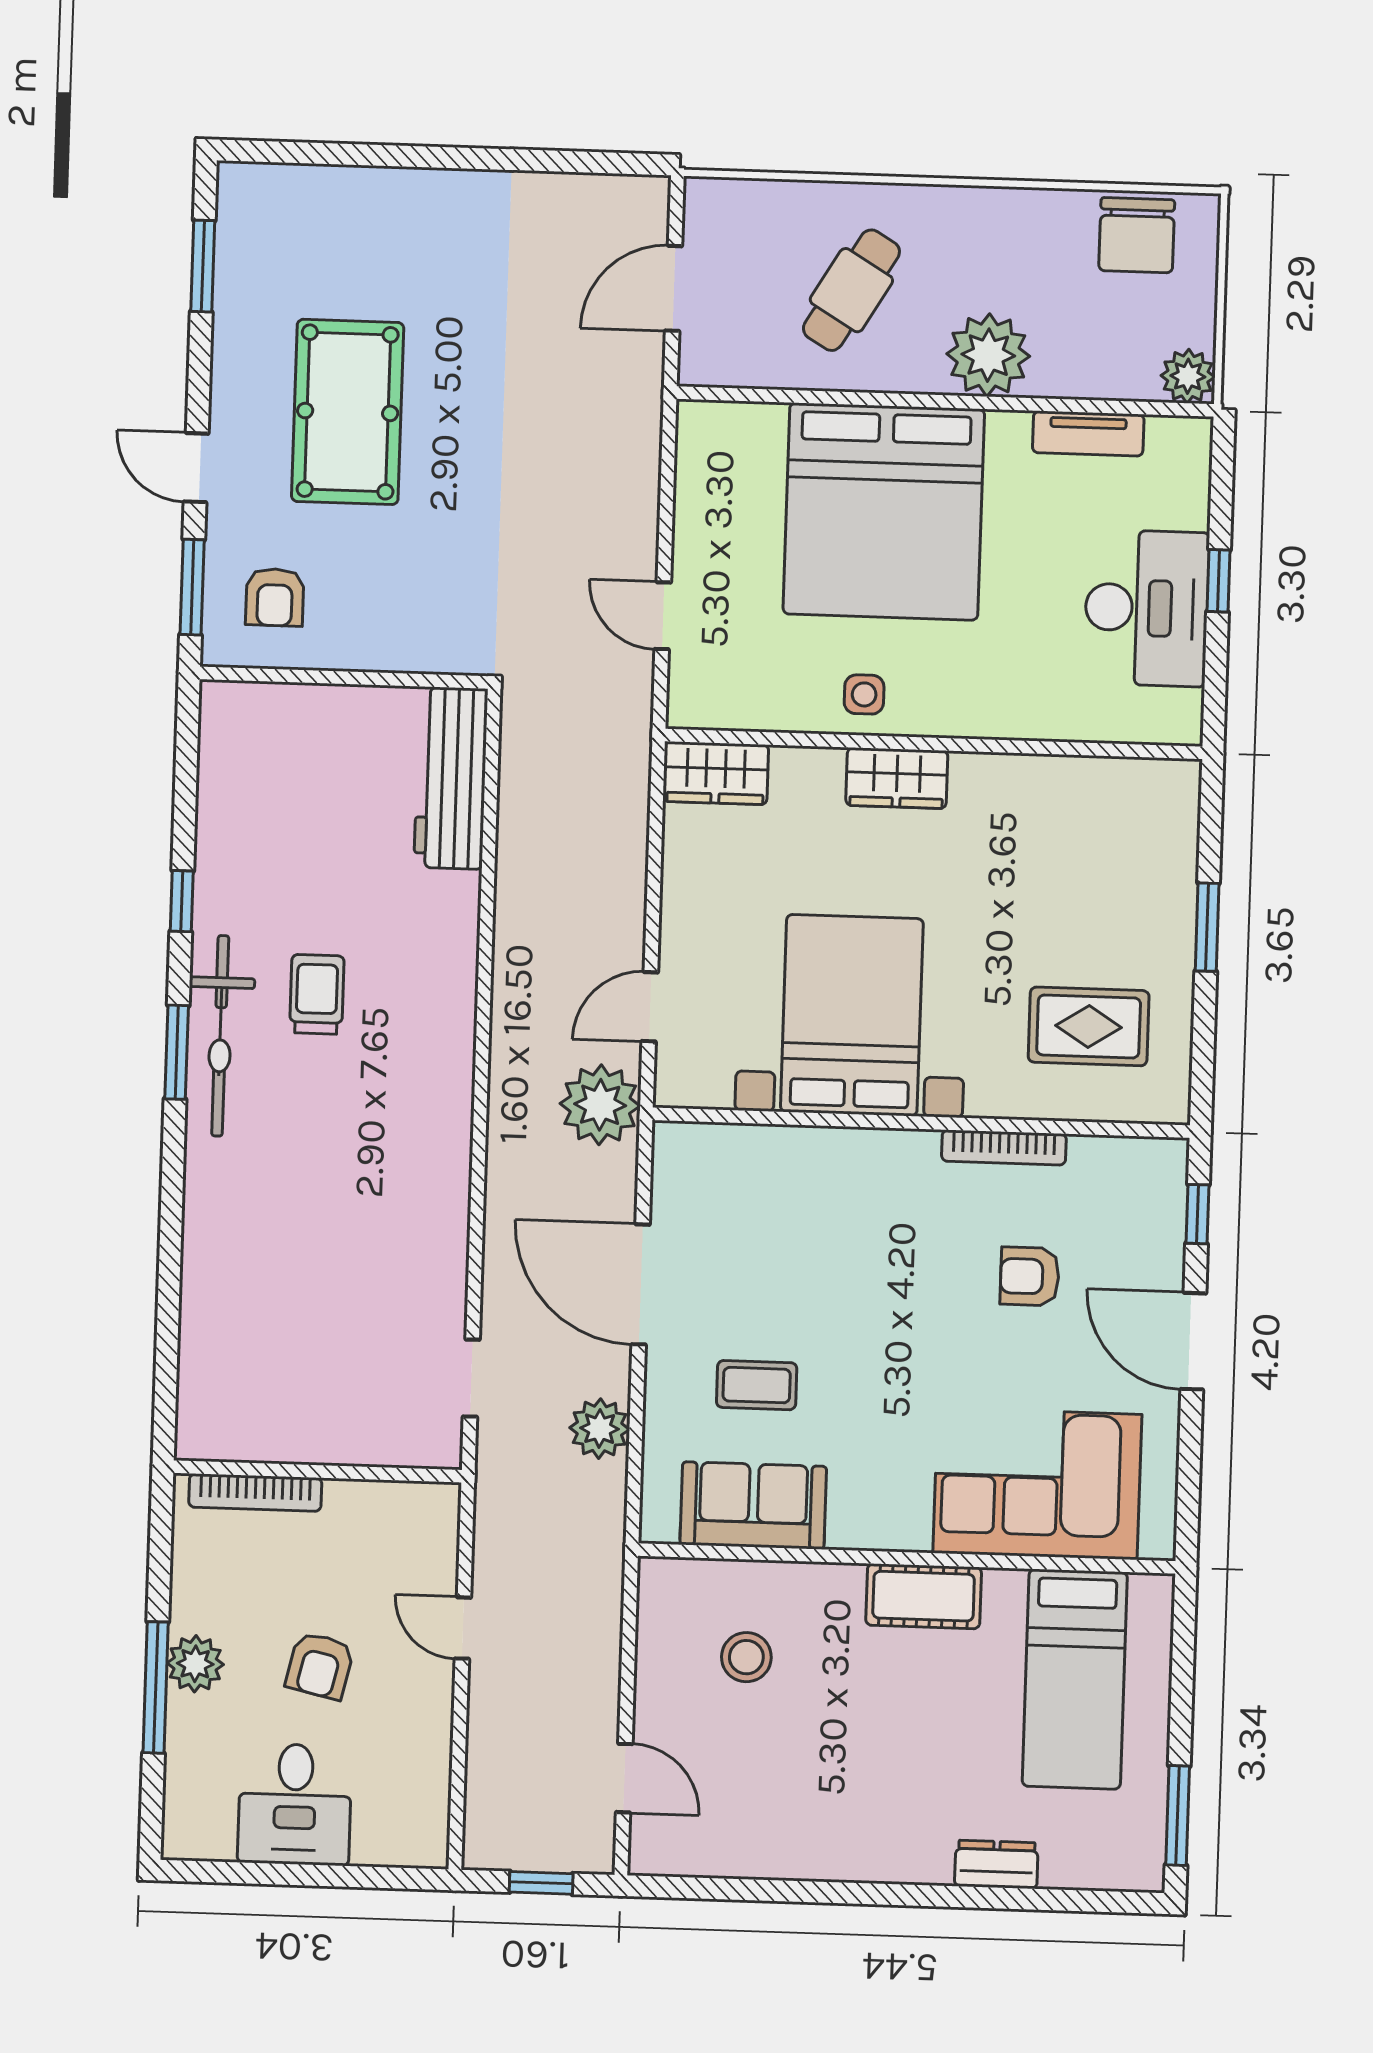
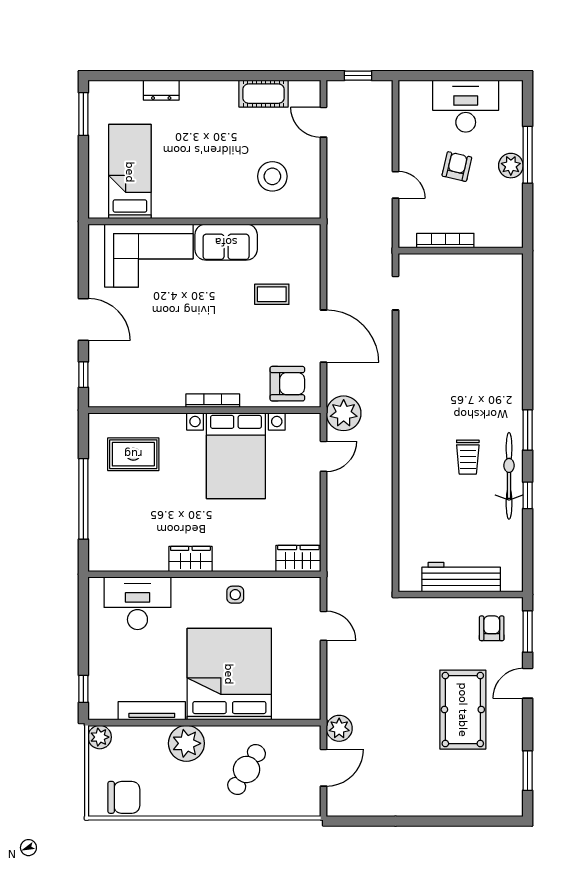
chair: (1137, 235) -> (124, 797), turned 90
tv unit: (1088, 434) -> (152, 711), width x1.41
door: (196, 468) -> (528, 683), swing flipped
window: (1219, 581) -> (83, 689), moved
desk: (1147, 608) -> (137, 603), moved, turned 90
workbench: (451, 778) -> (461, 577), moved, turned -90
wardrobe: (897, 778) -> (190, 559), moved
window: (1207, 927) -> (83, 499), width x2.11
bicycle: (220, 1036) -> (509, 476), moved
bookcase: (1004, 1147) -> (213, 401), moved
armchair: (1030, 1276) -> (287, 384), moved, width x1.38, depth x1.38
plant: (600, 1429) -> (339, 728), moved
bookcase: (255, 1492) -> (445, 241), moved
sofa: (753, 1505) -> (226, 242), moved
cot: (924, 1596) -> (264, 94), moved
stool: (746, 1657) -> (272, 176), width x1.38, depth x1.38
desk: (295, 1804) -> (466, 106), width x1.37

